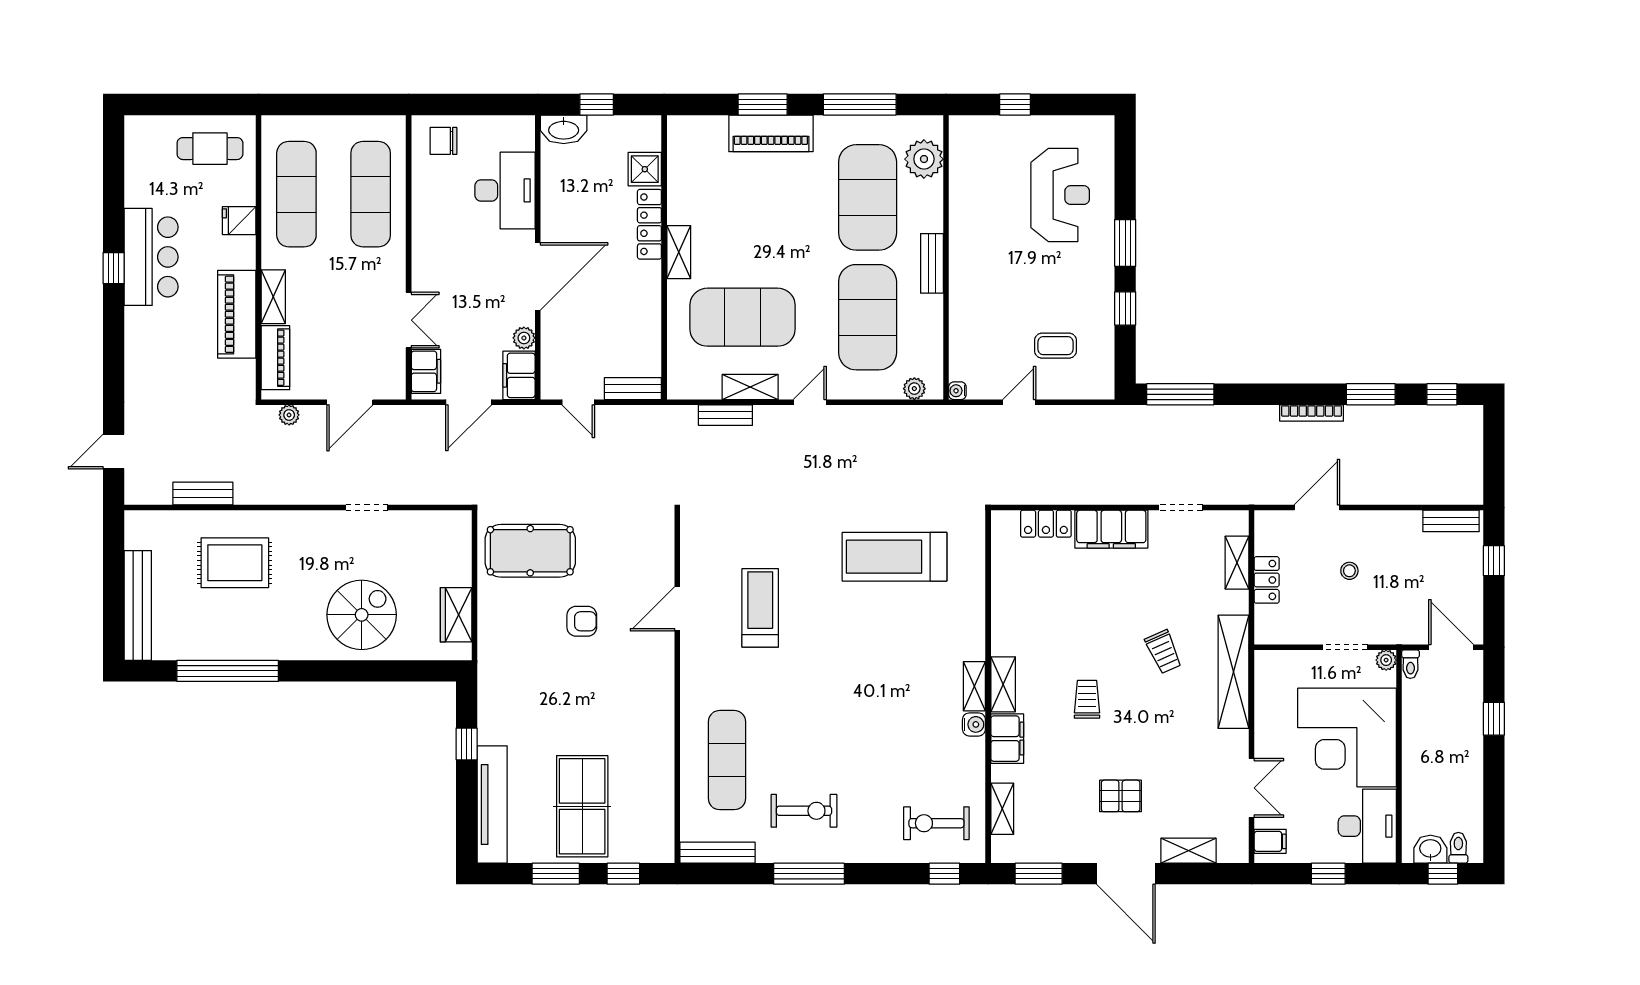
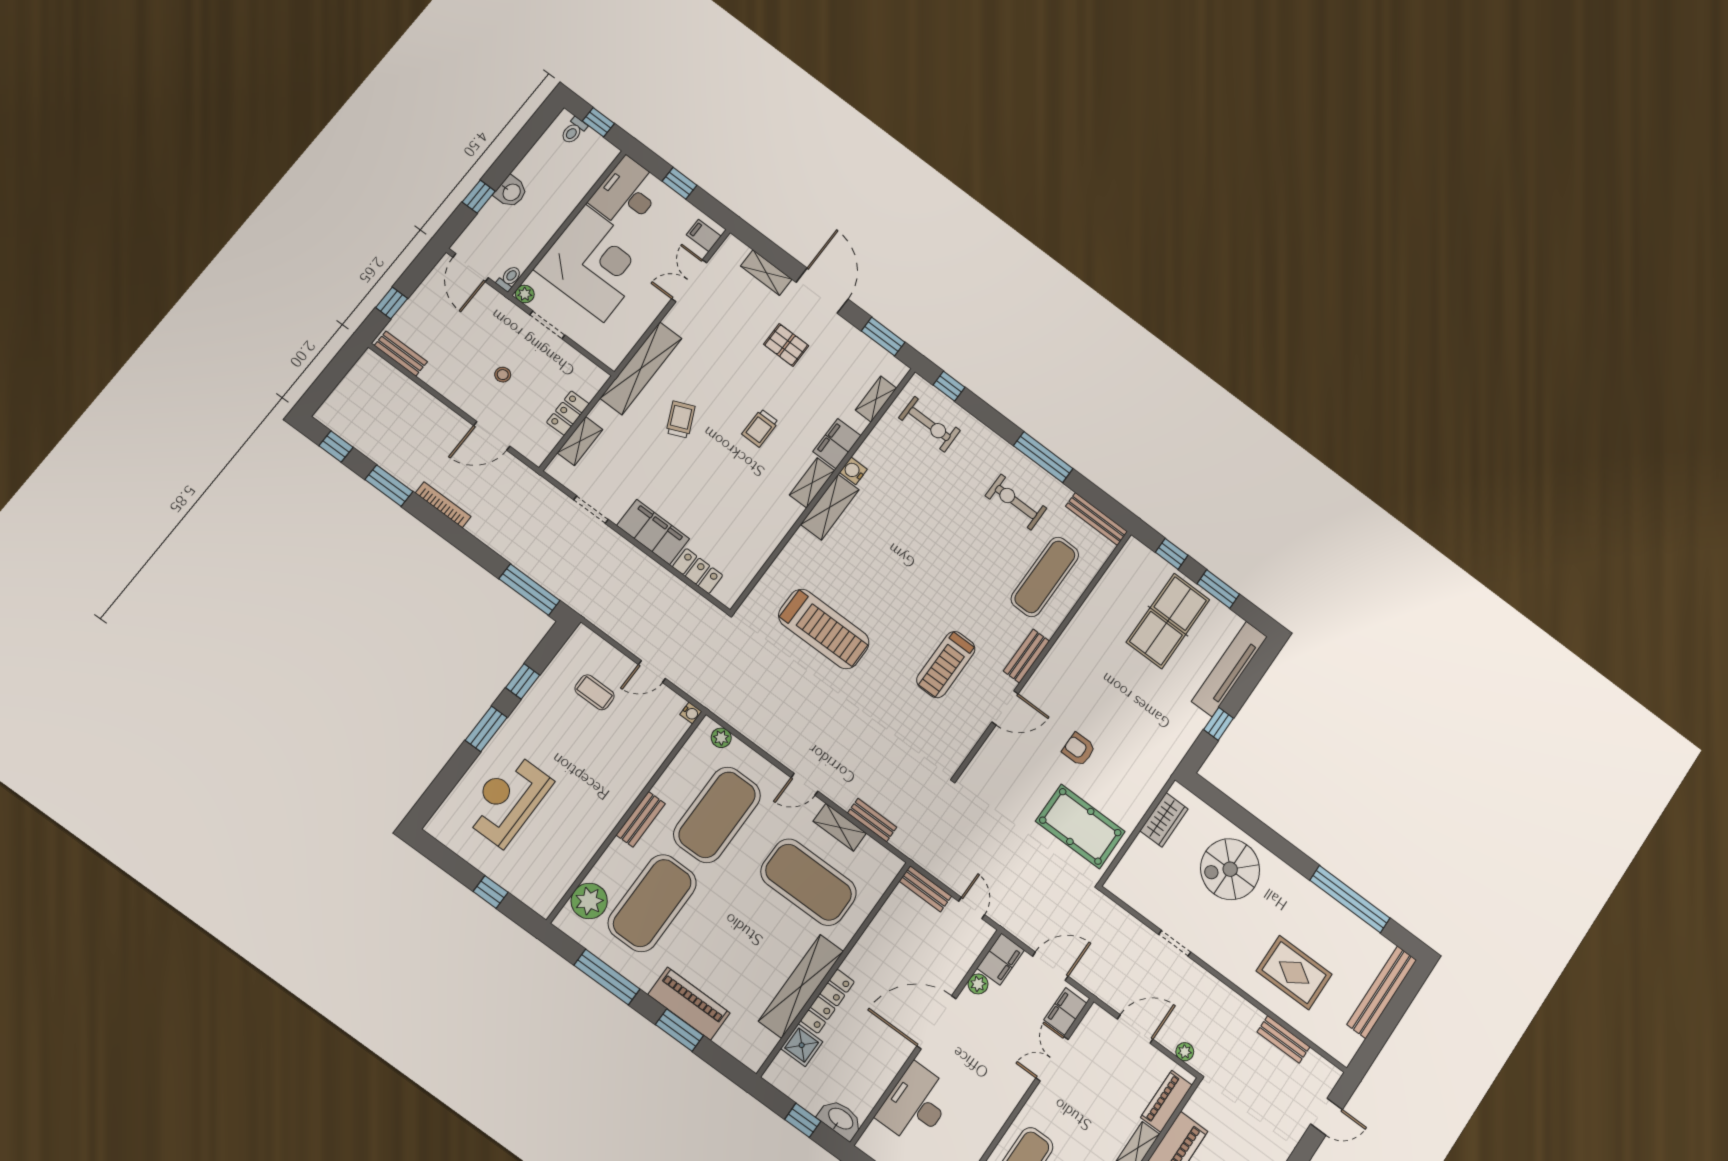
shelving: (679, 252) -> (801, 986), width x2.20, depth x1.33
bench: (692, 672) -> (1026, 656), added
shelving: (974, 686) -> (830, 507), width x1.50, depth x1.33
washbasin: (1430, 849) -> (511, 192), moved, turned -90

